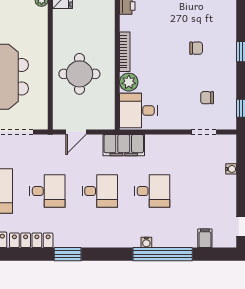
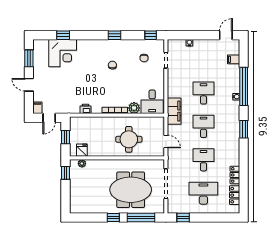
locker: (31, 240) -> (235, 175), width x0.66
window: (68, 254) -> (244, 129), moved

